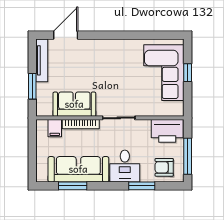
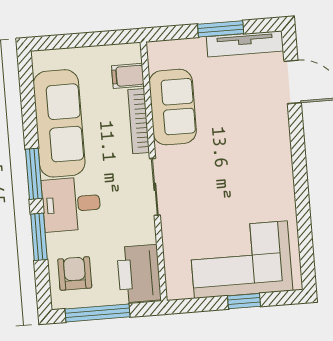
window: (32, 86) -> (221, 29), moved
window: (73, 186) -> (34, 174), moved

